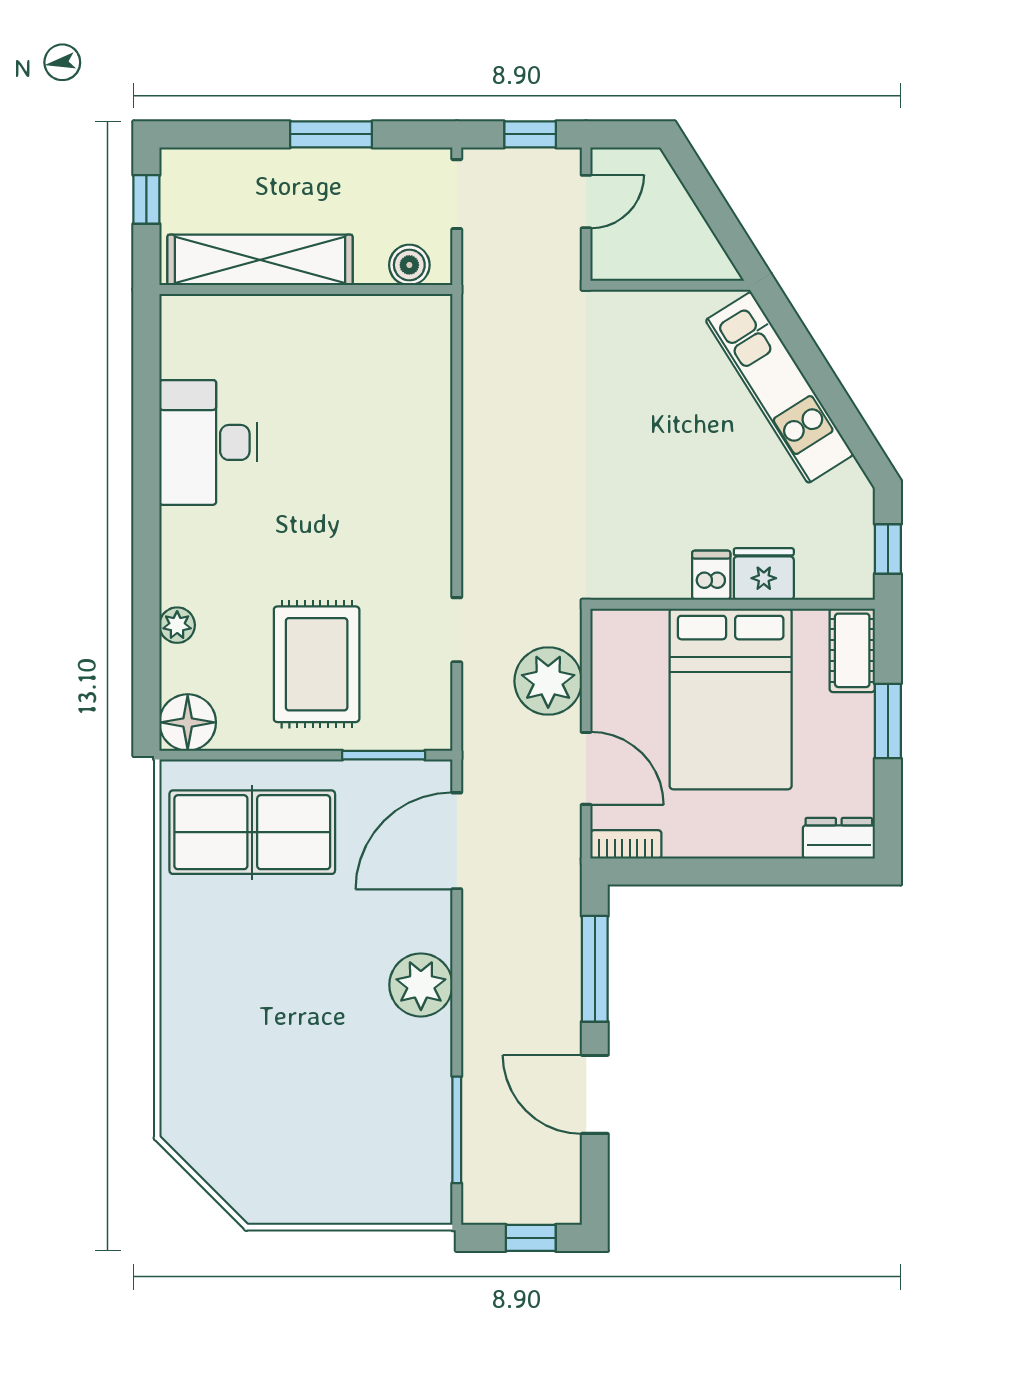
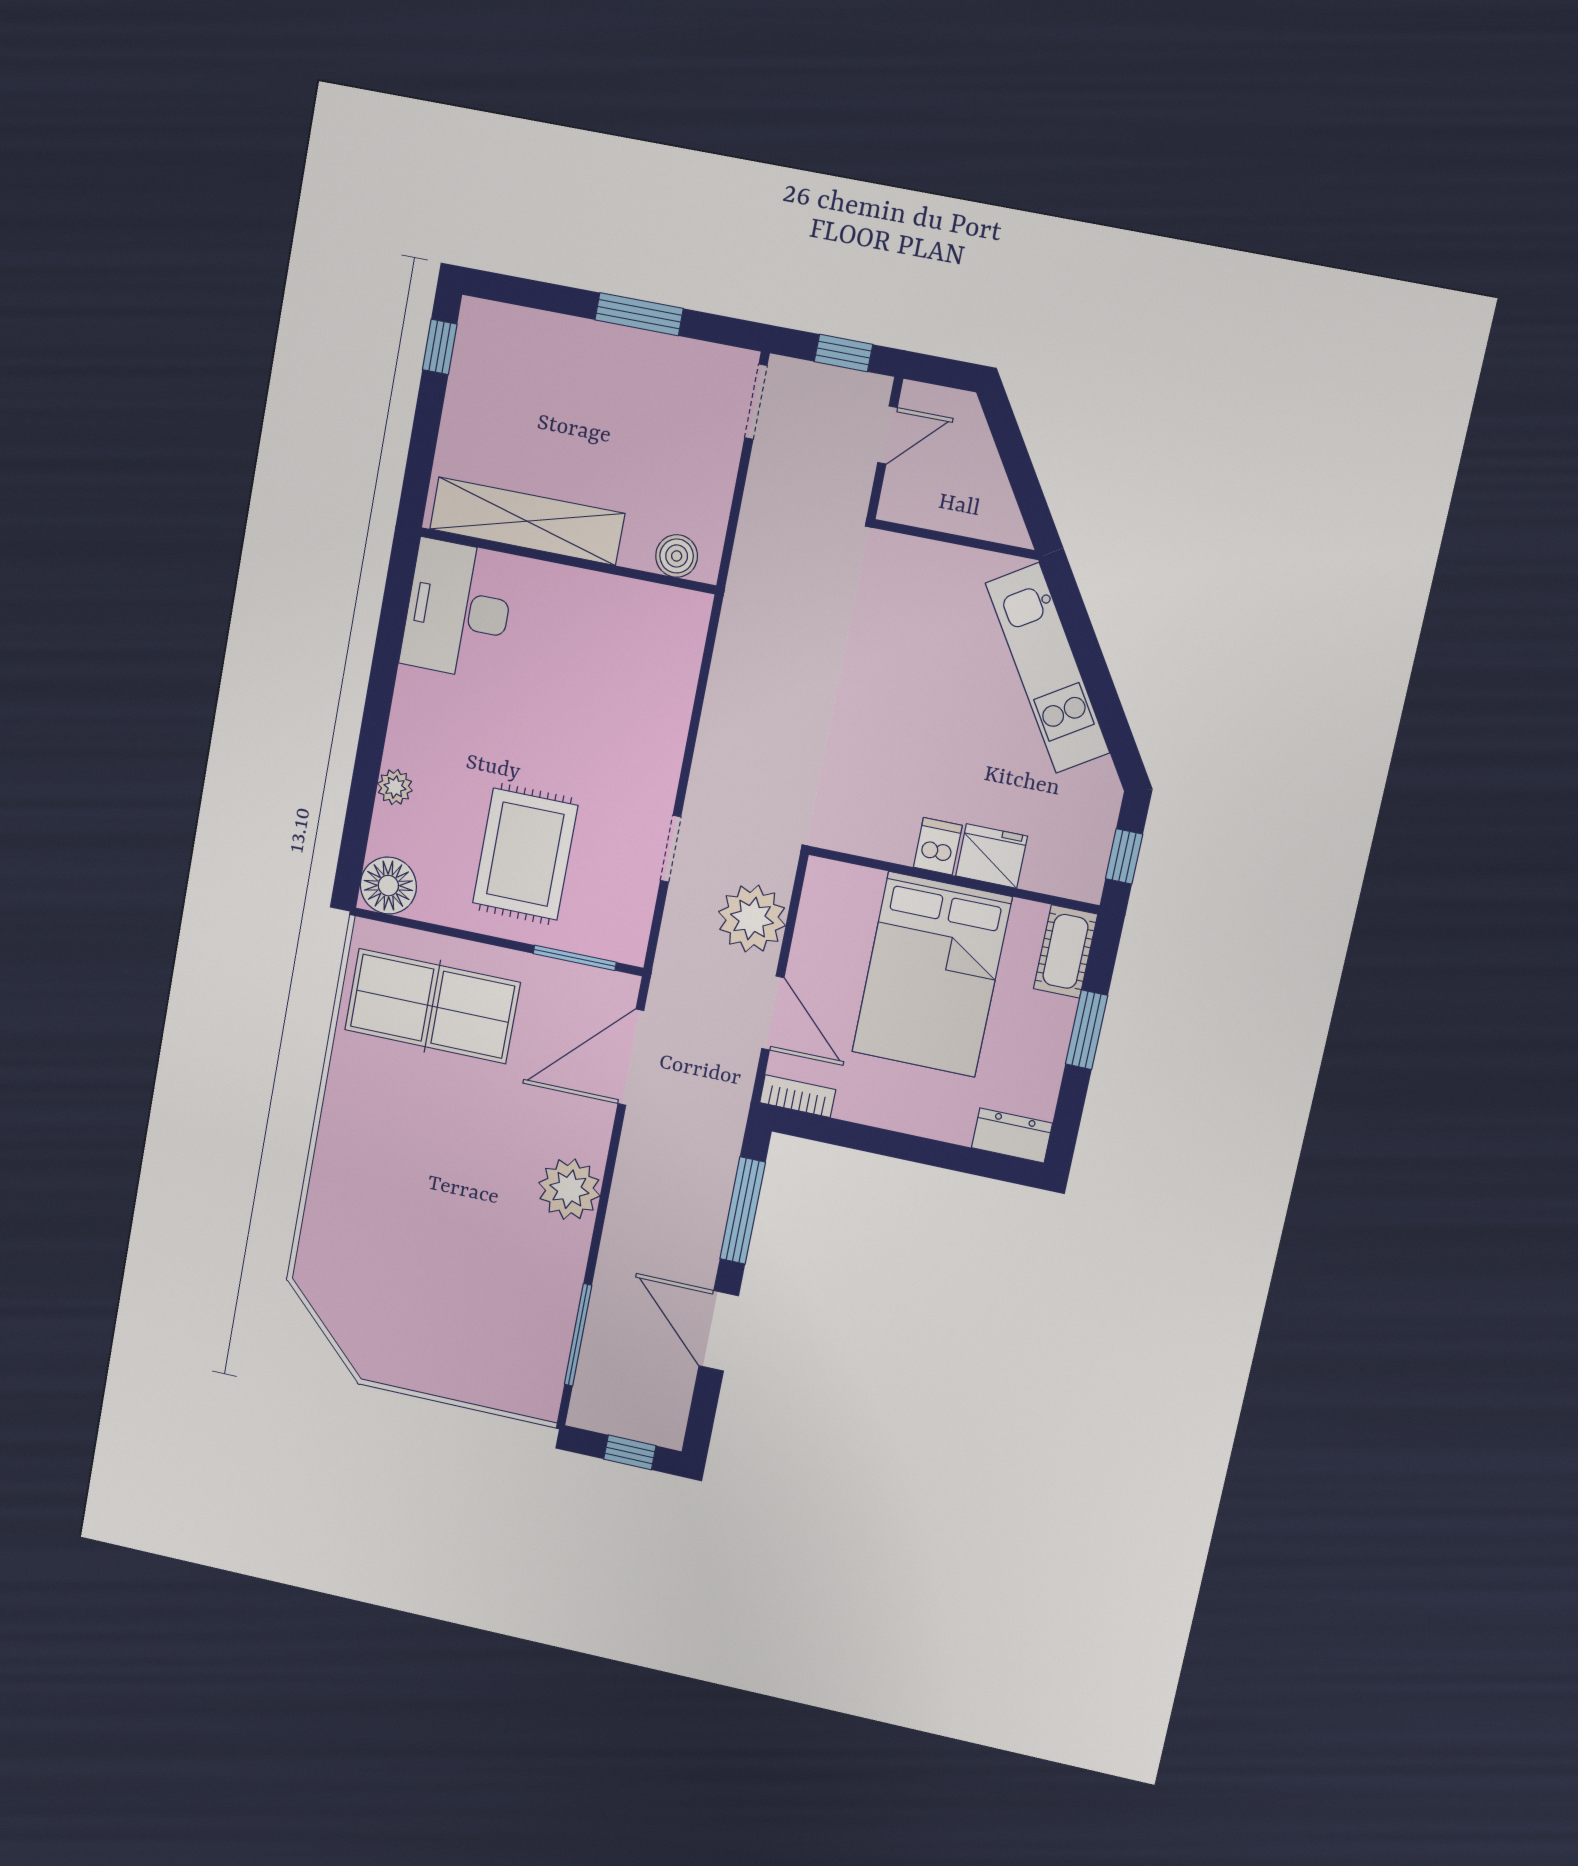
shelving: (260, 260) -> (527, 521), moved
boiler: (409, 265) -> (677, 556), moved
wall: (306, 290) -> (568, 561), moved

